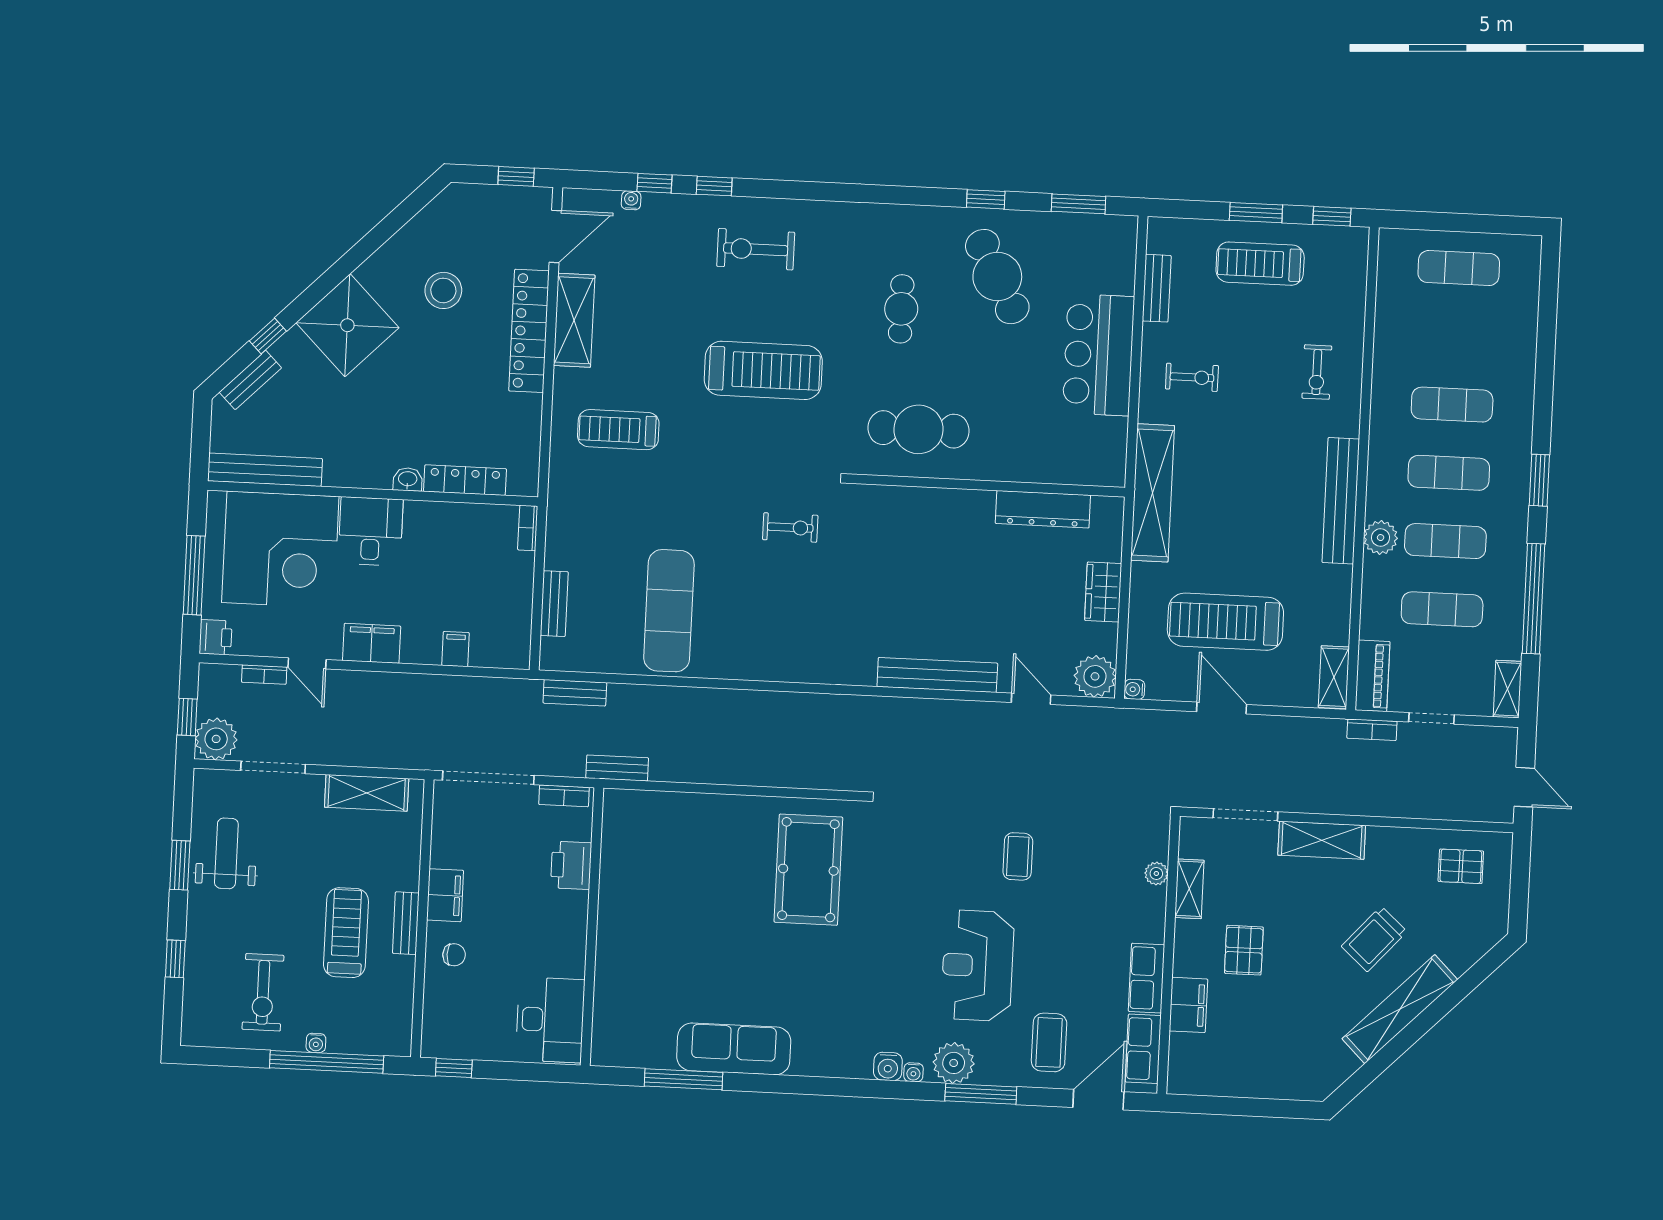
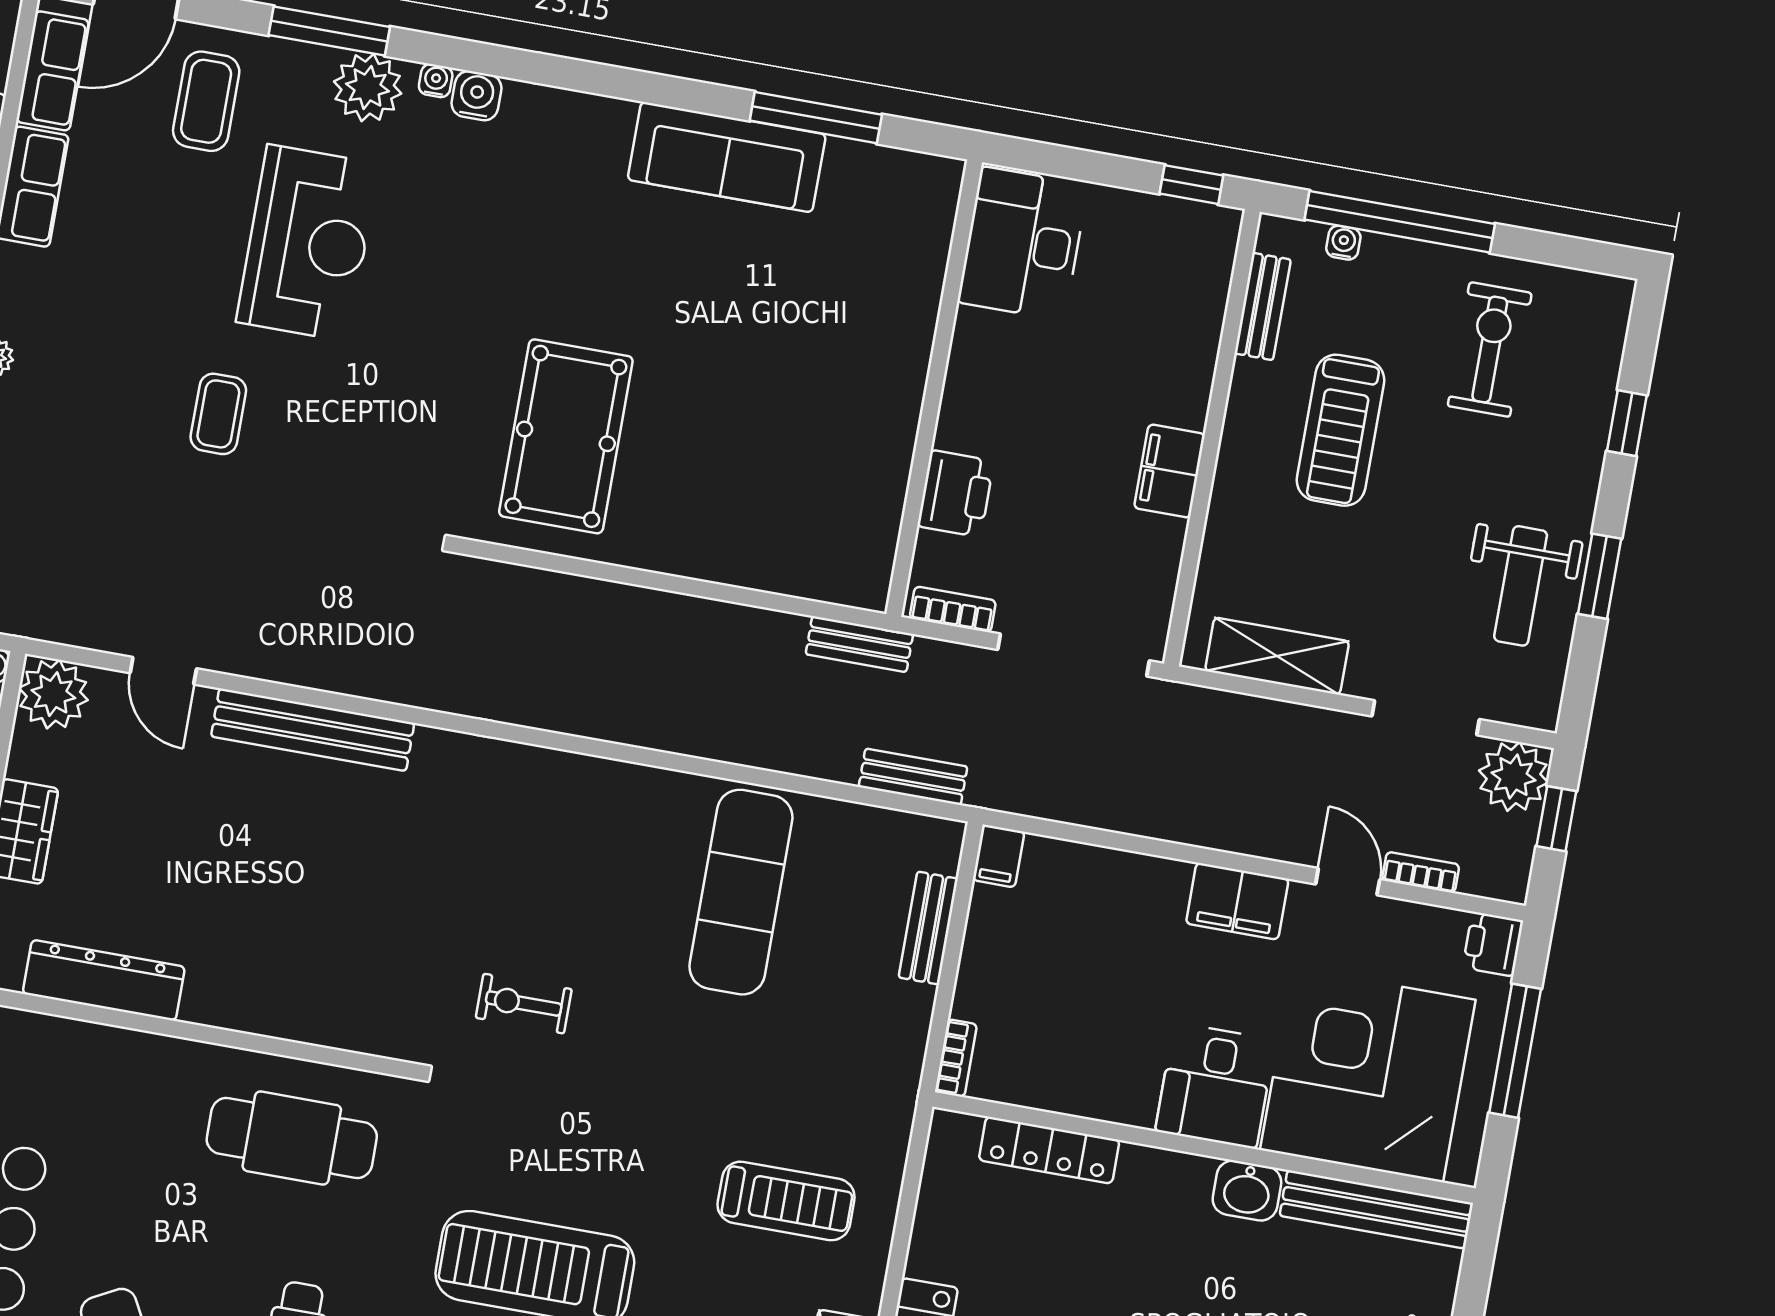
washbasin: (408, 479) -> (1247, 1191), moved, width x1.38, depth x1.45
filing cabinet: (455, 649) -> (999, 856), moved
bench: (406, 923) -> (1263, 306), moved
chair: (454, 955) -> (1167, 371), removed
water cooler: (316, 1043) -> (1343, 243), moved

